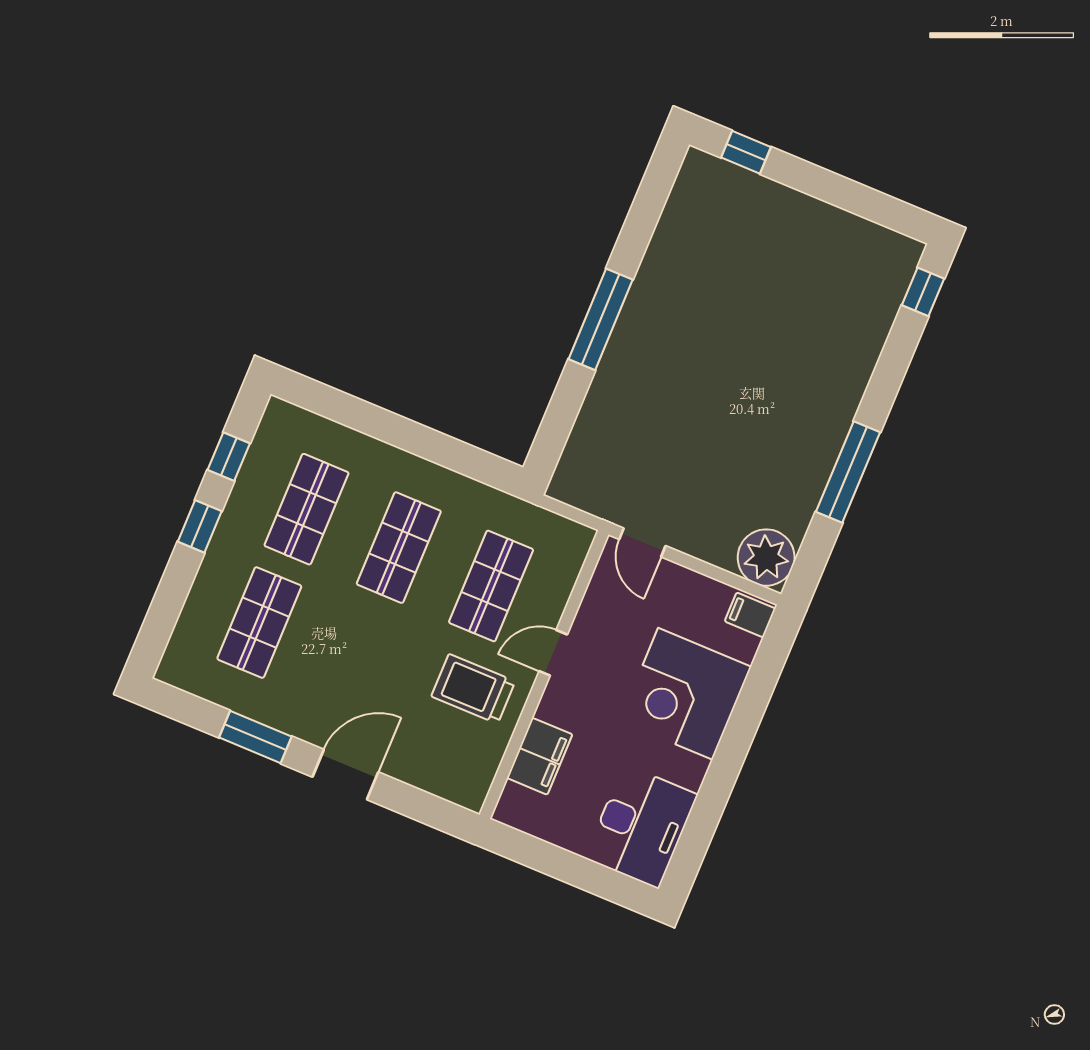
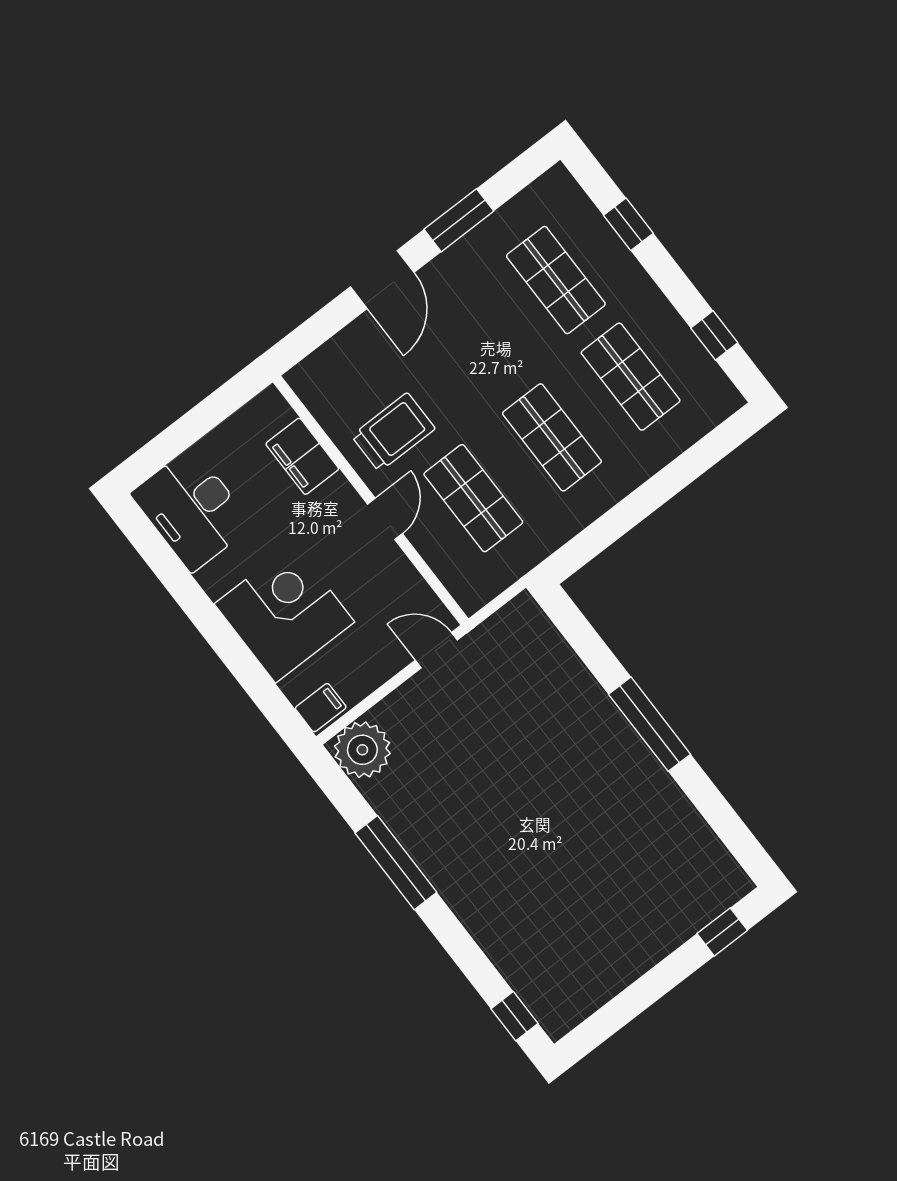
window: (200, 526) -> (628, 224), moved

